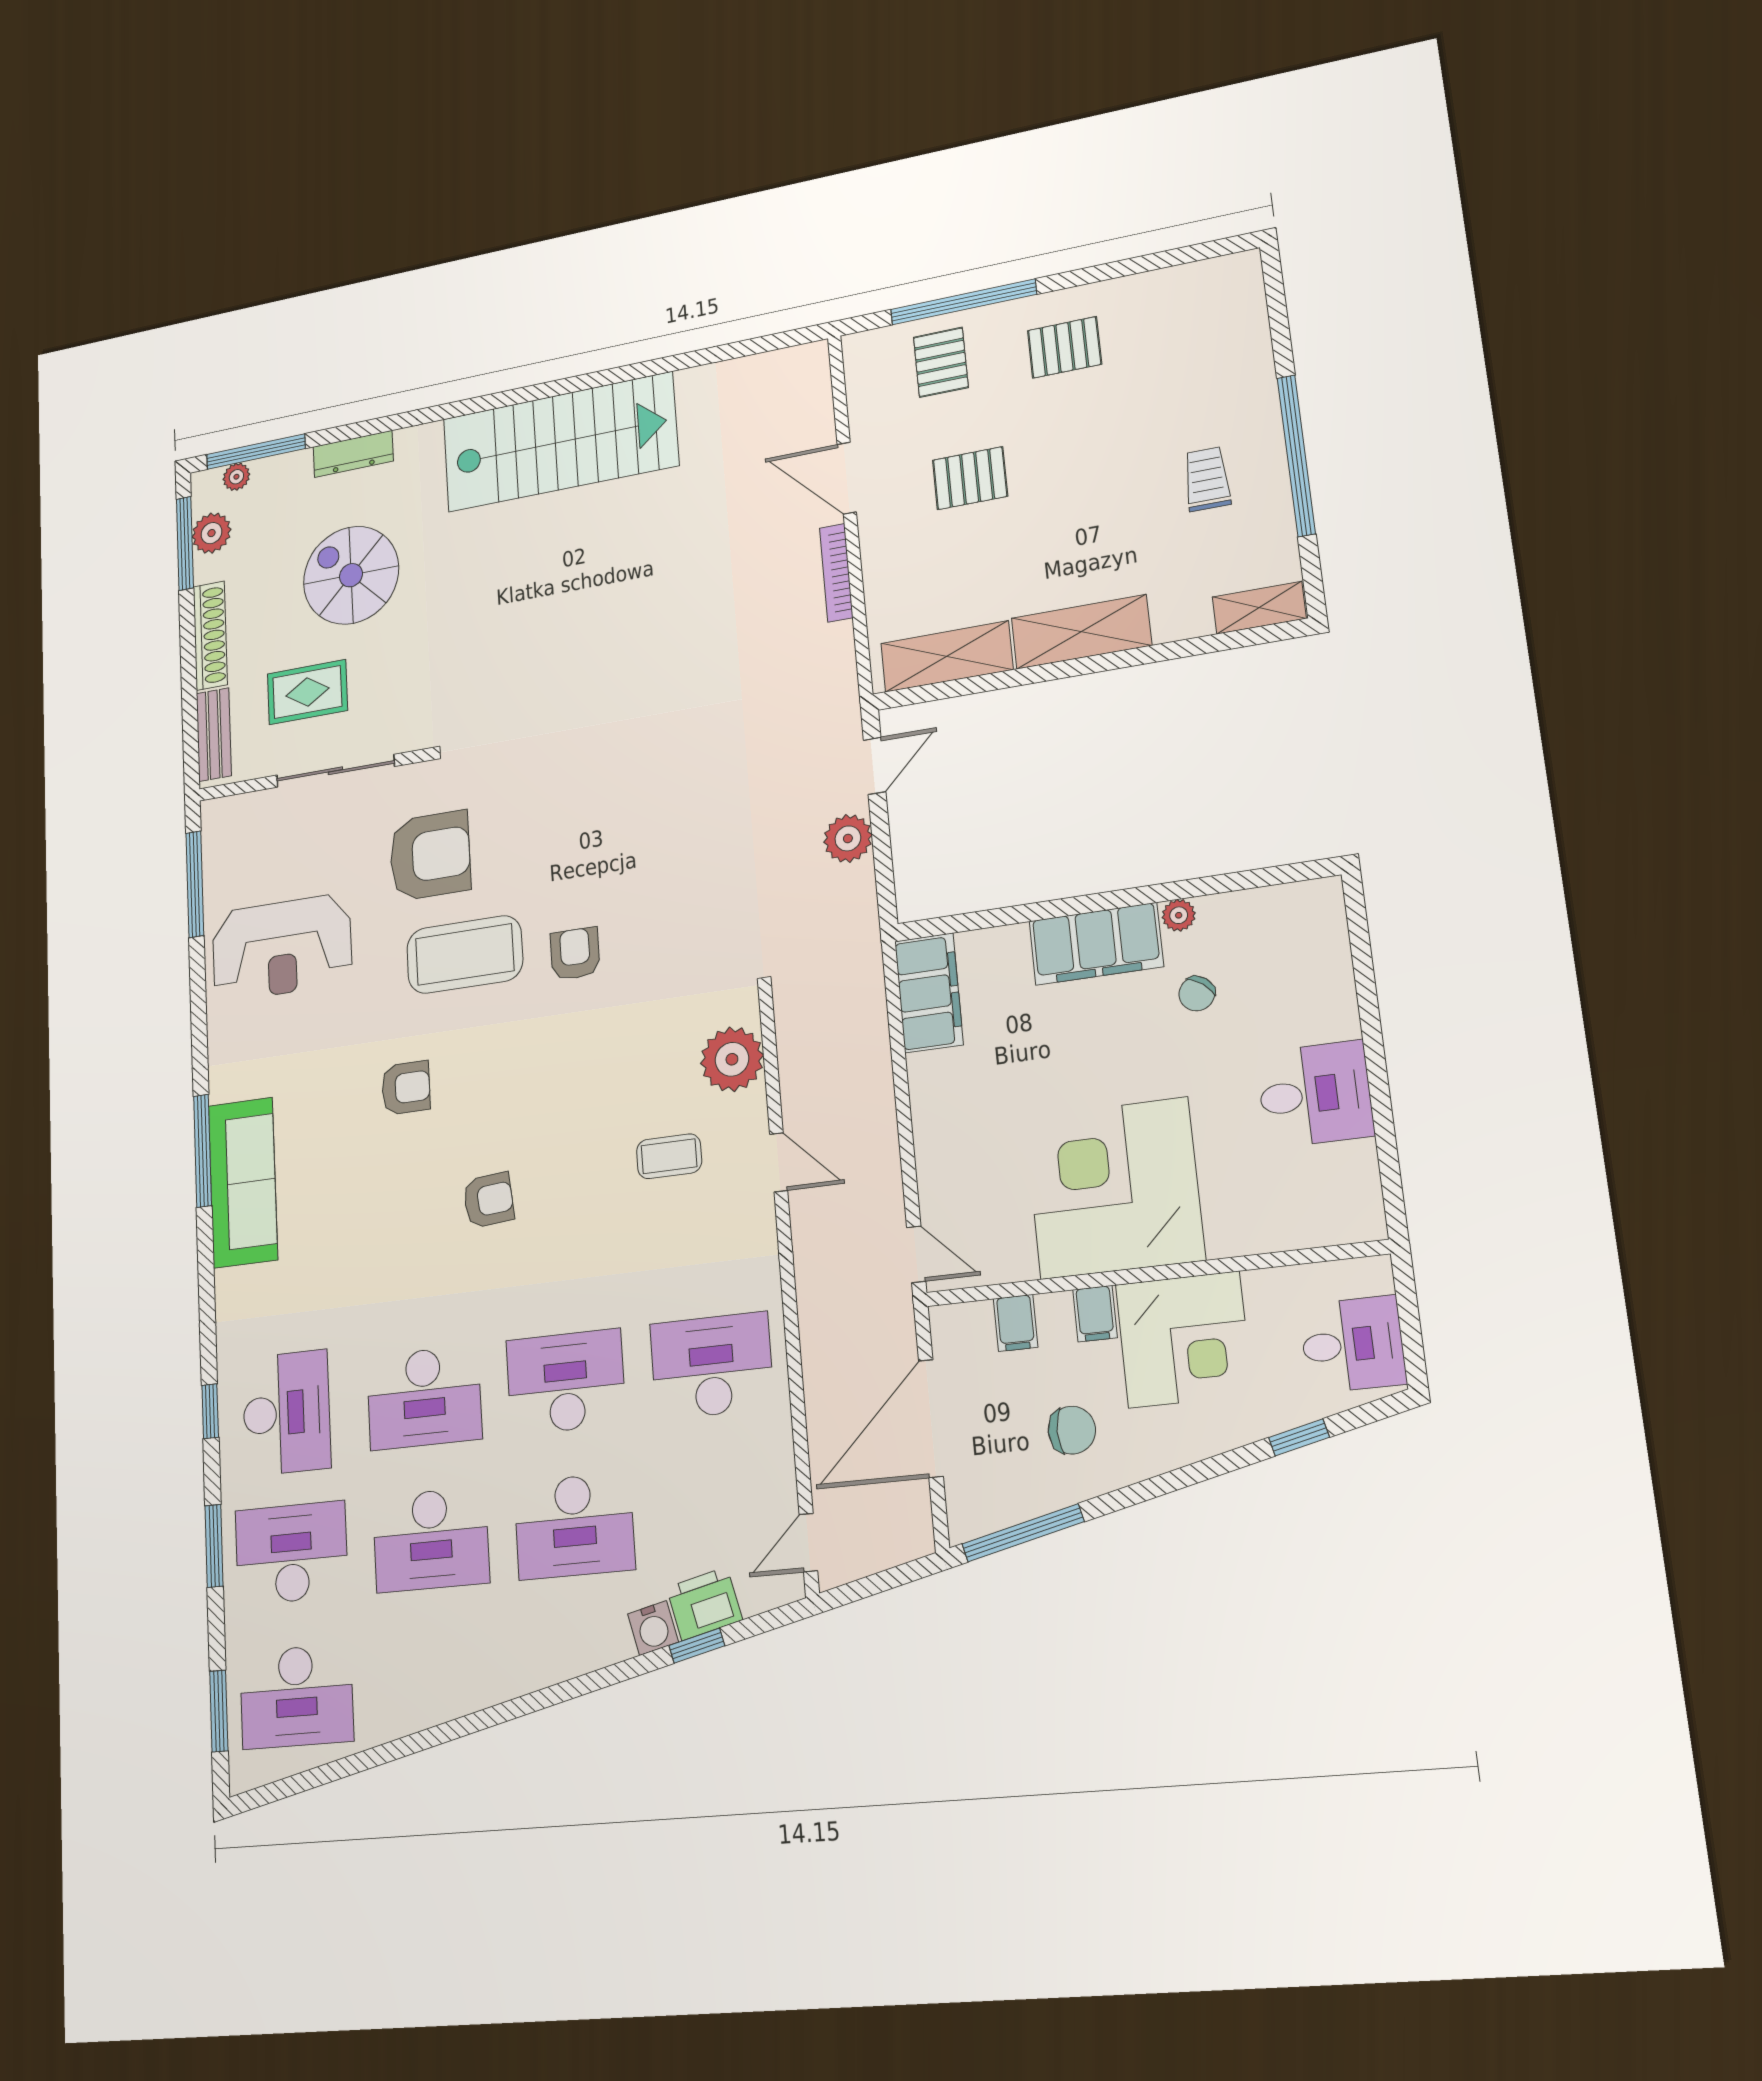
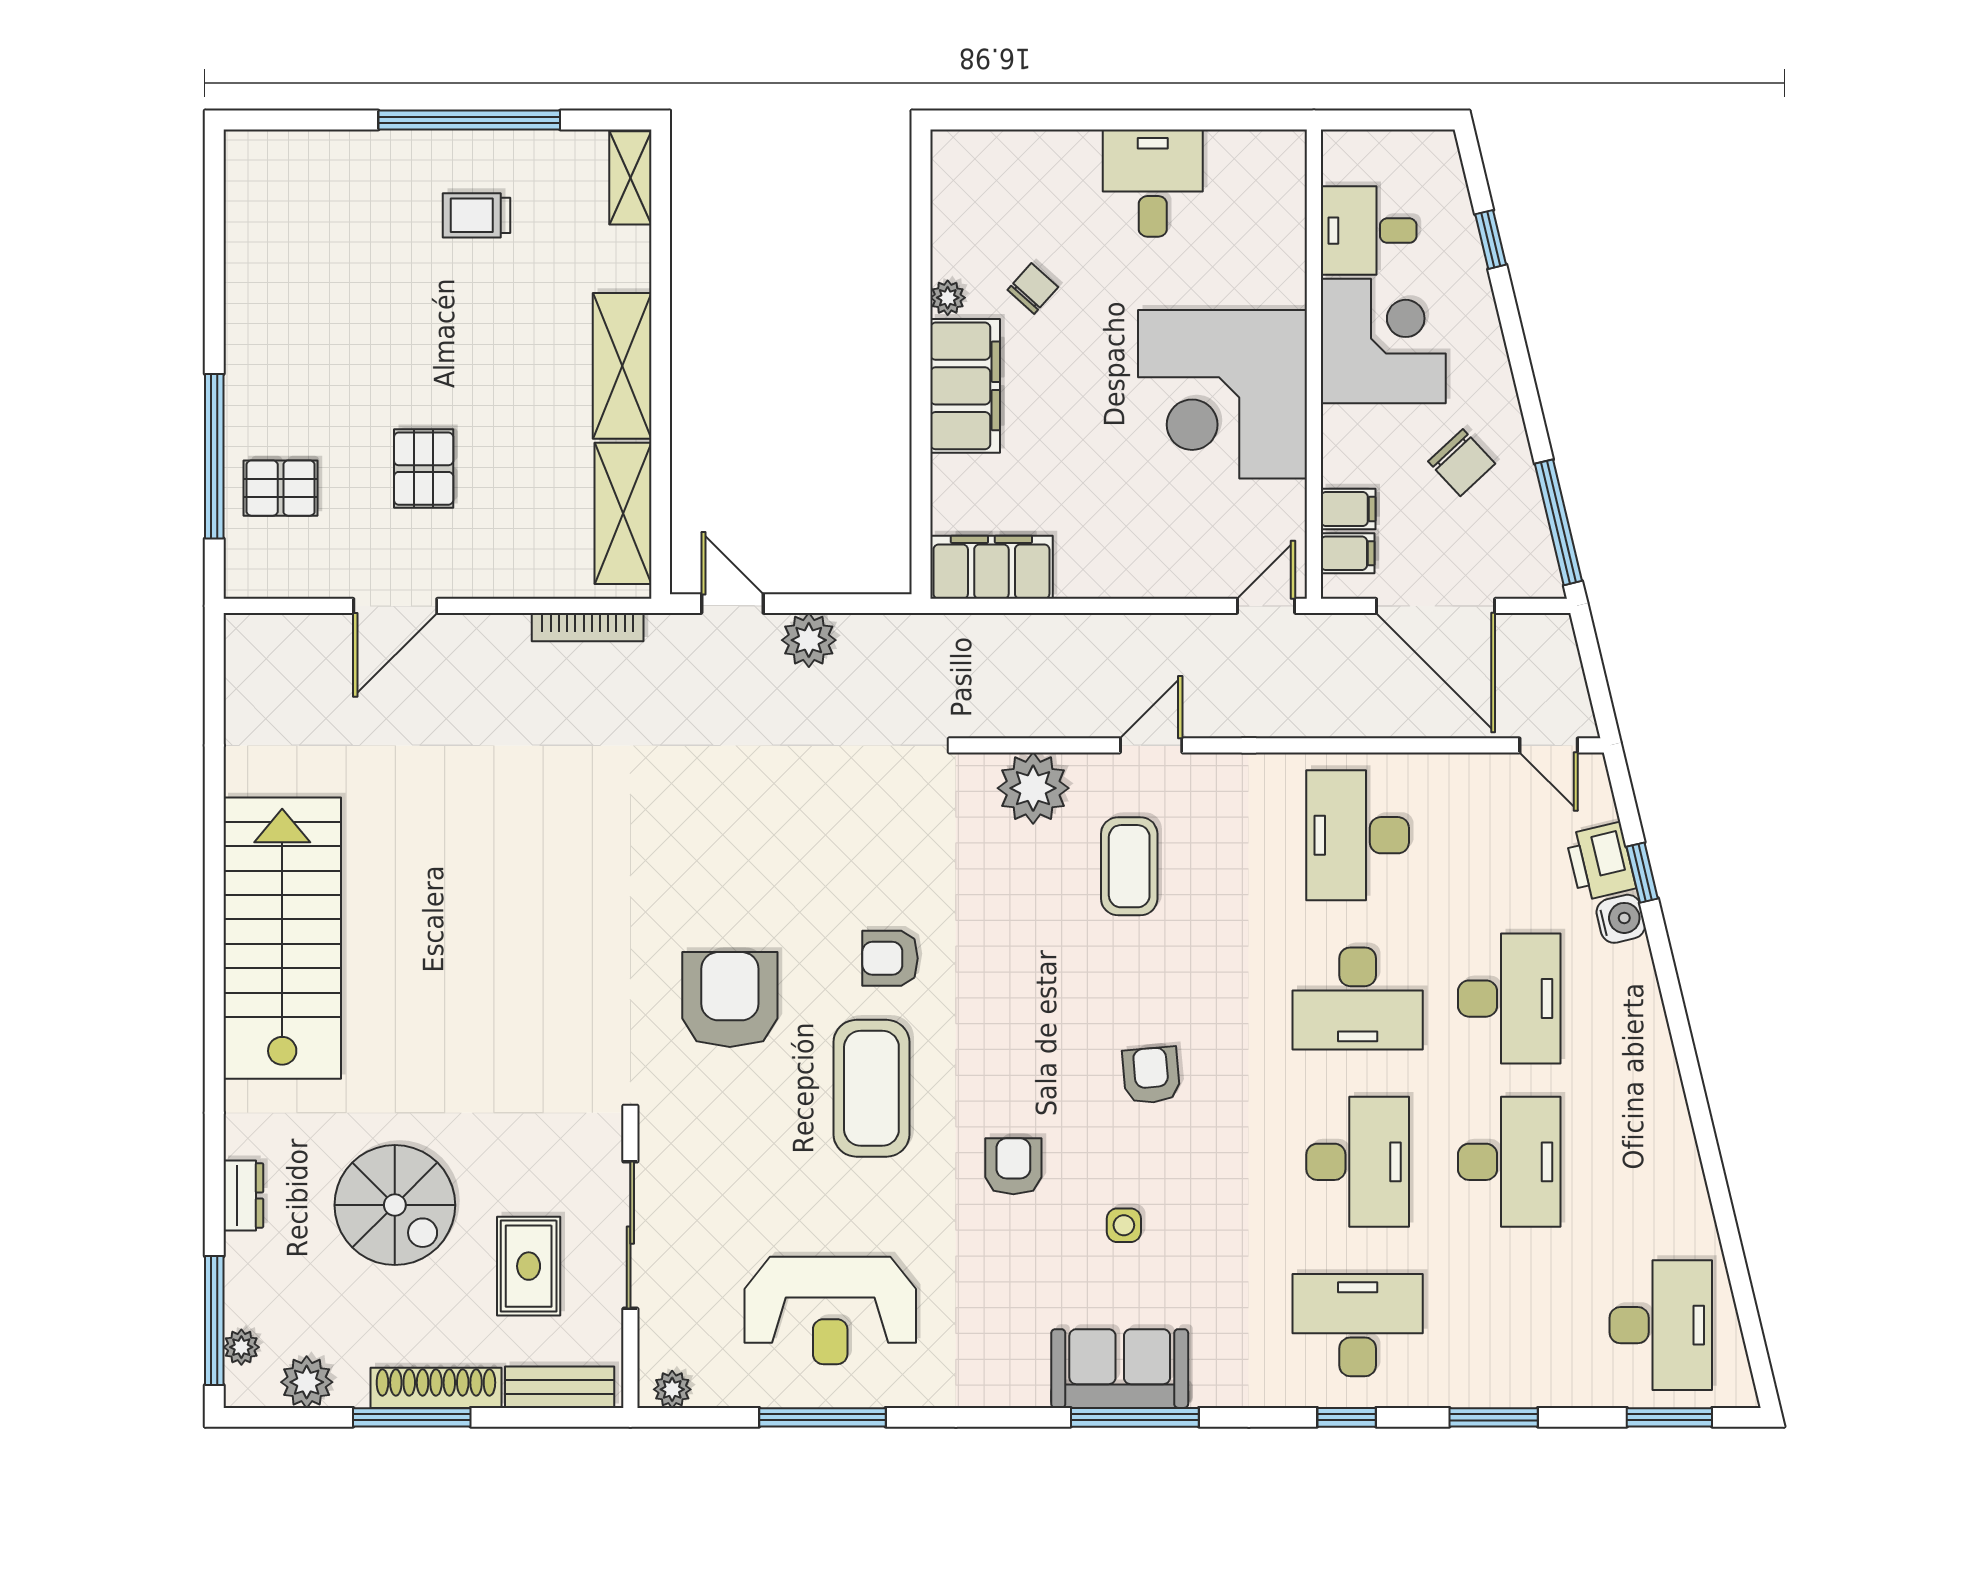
pallet: (1064, 347) -> (293, 350), removed
dresser: (353, 454) -> (243, 1195), width x0.70
window: (185, 543) -> (412, 1417), moved
bookcase: (836, 573) -> (588, 627), moved
spiral stairs: (351, 575) -> (395, 1205), turned -90
plant: (215, 827) -> (672, 1389), added
armchair: (430, 856) -> (730, 1000), moved
window: (195, 884) -> (822, 1417), moved
reception desk: (282, 948) -> (830, 1310), turned 90
chair: (1197, 994) -> (1033, 289), turned -86
window: (203, 1151) -> (1135, 1417), moved
coffee table: (669, 1156) -> (1129, 866), width x1.36, depth x1.30
sofa: (243, 1182) -> (1120, 1369), width x0.73
side table: (361, 1192) -> (1124, 1225), added
filing cabinet: (1095, 1314) -> (1348, 553), moved
desk: (1353, 1344) -> (1369, 231), moved, turned -90
desk: (566, 1382) -> (1358, 999), turned -90
chair: (1072, 1430) -> (1462, 463), turned 137
desk: (291, 1553) -> (1509, 1325), removed

